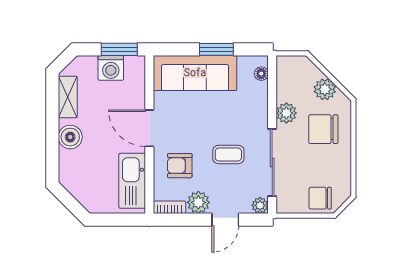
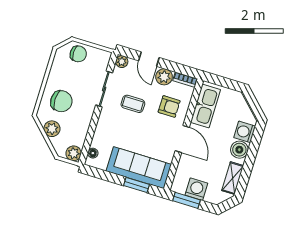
window: (216, 49) -> (136, 185), moved
plant: (286, 113) -> (74, 153), moved
washing machine: (70, 163) -> (245, 132), added
sliding door: (272, 163) -> (104, 89), width x0.73
door: (225, 220) -> (149, 59), swing flipped

